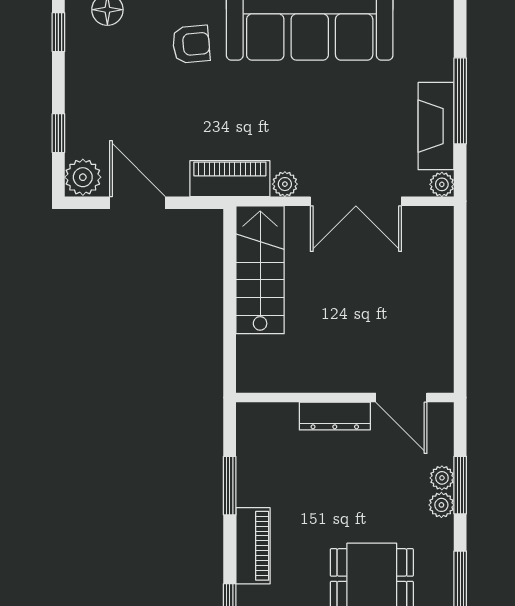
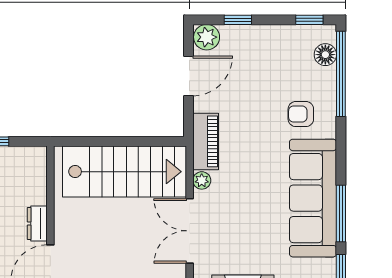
armchair: (191, 44) -> (301, 114), turned 95
stairs: (260, 270) -> (124, 172), width x1.36, depth x1.51
dresser: (335, 416) -> (37, 224), width x0.70

